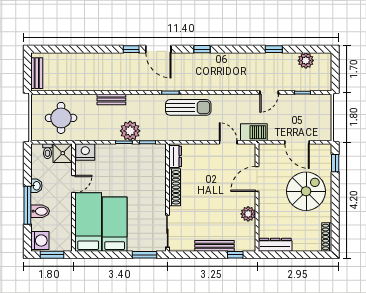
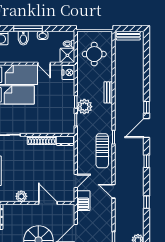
window: (274, 49) -> (147, 202), moved
door: (269, 93) -> (113, 191), moved

